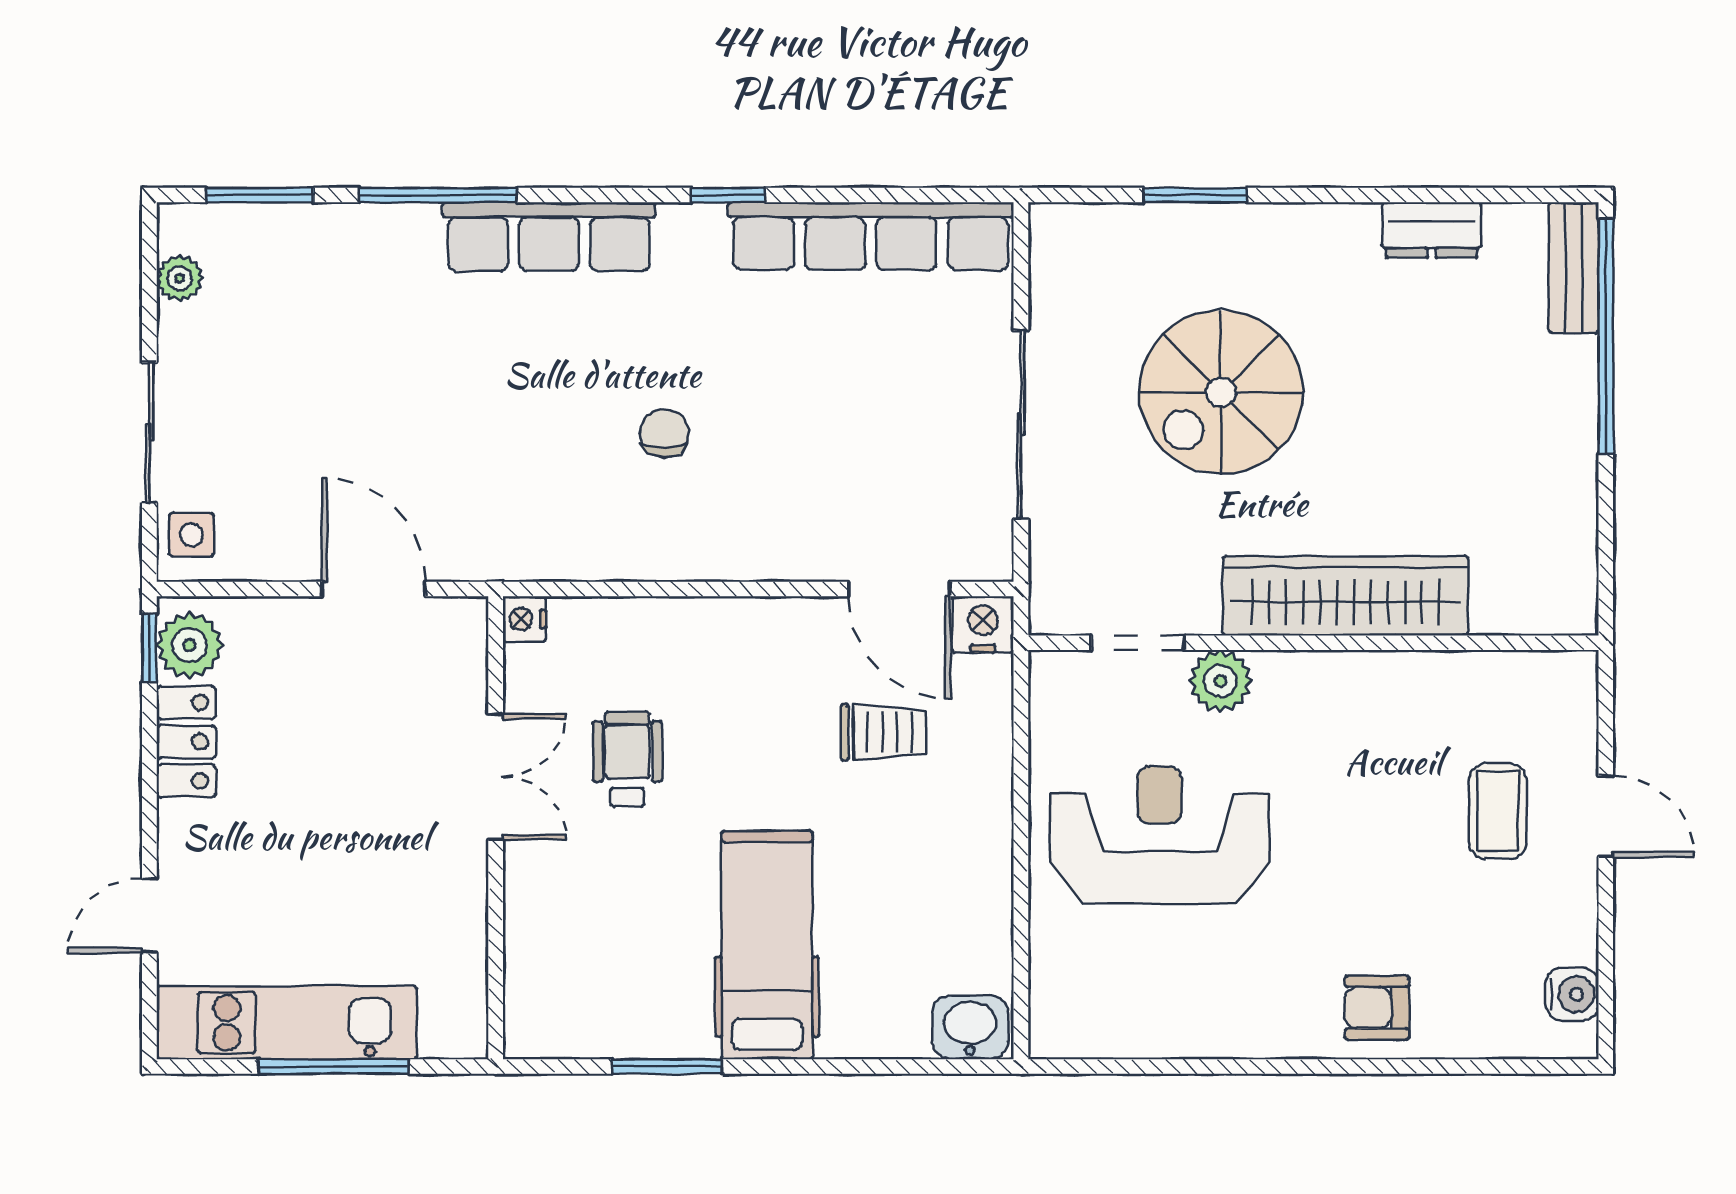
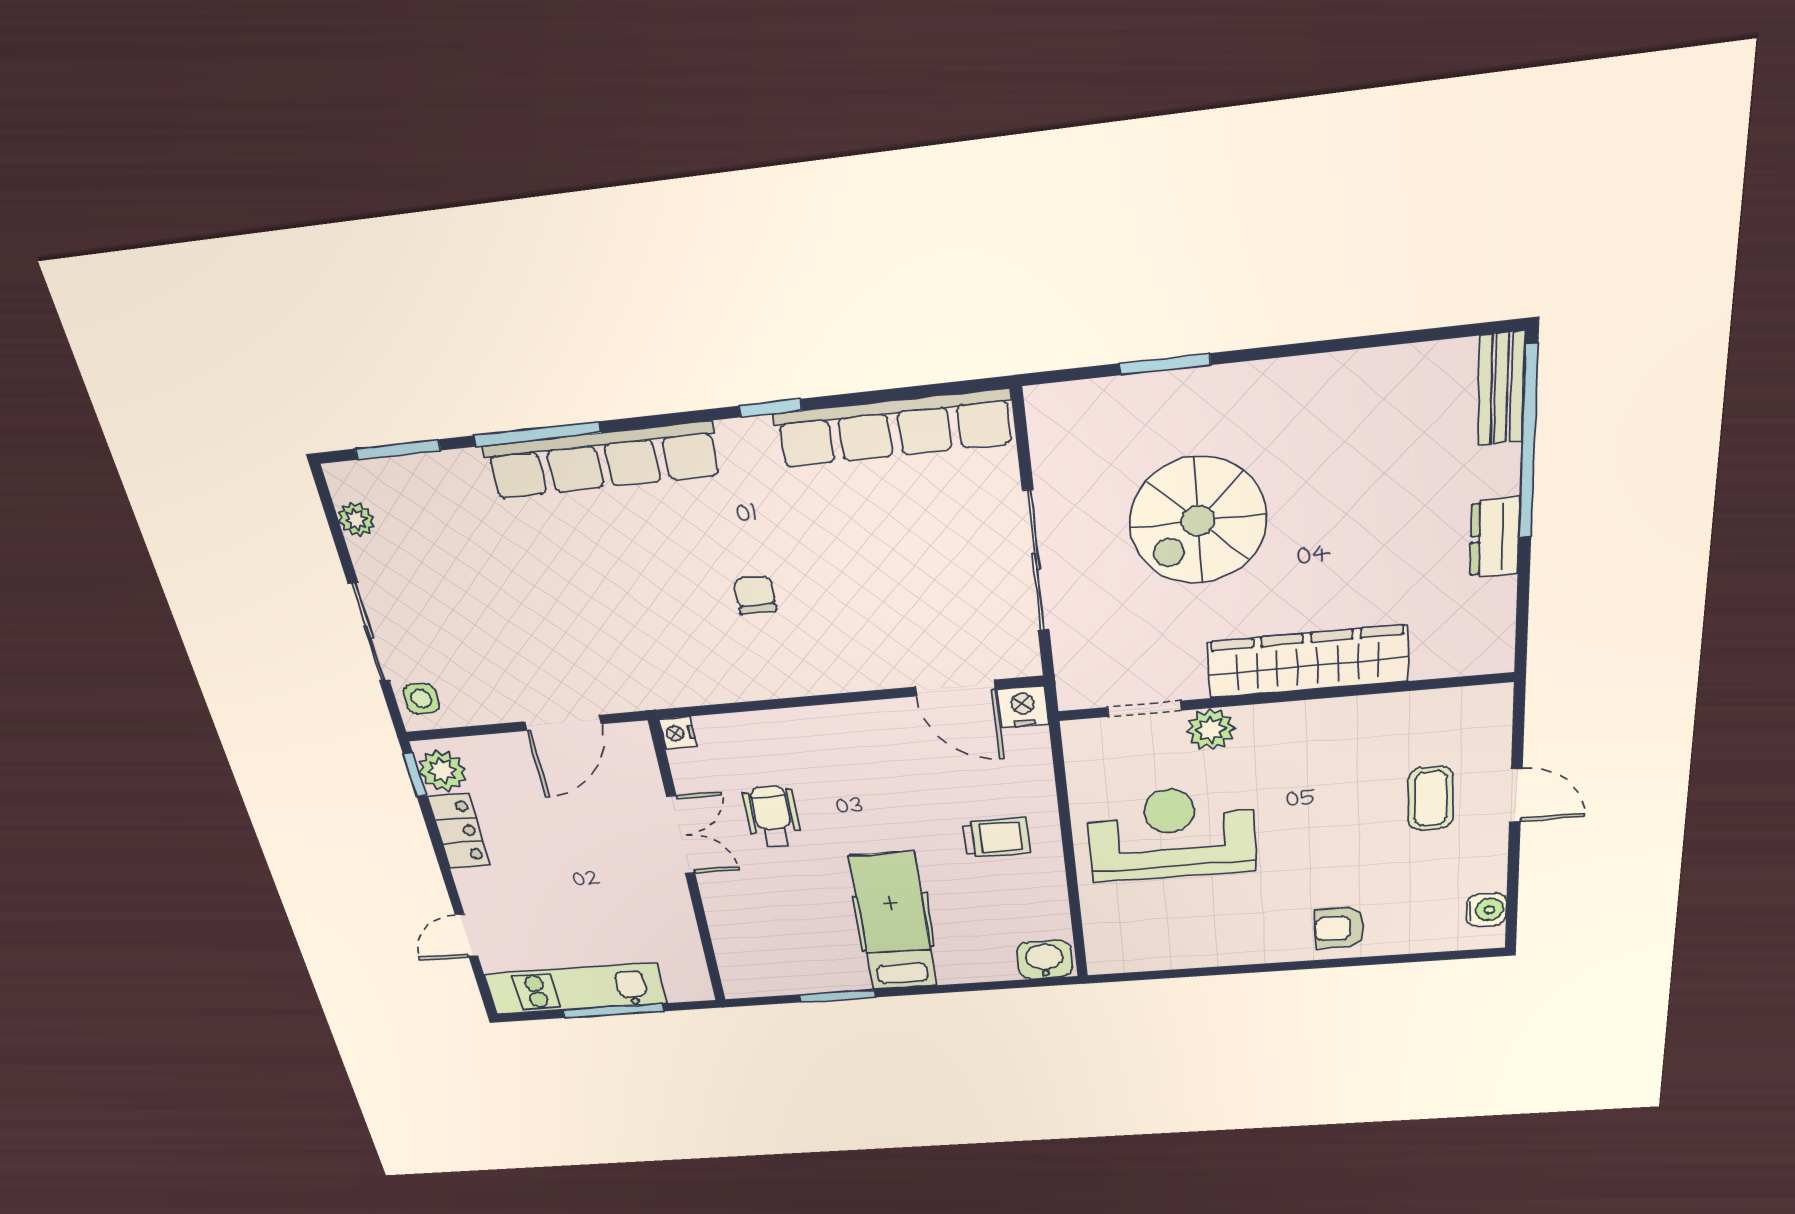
dresser: (1432, 230) -> (1495, 537), moved, turned 90
row of seats: (549, 237) -> (602, 460), width x1.36
door: (374, 589) -> (563, 723), swing flipped
trolley: (884, 732) -> (996, 838), moved

